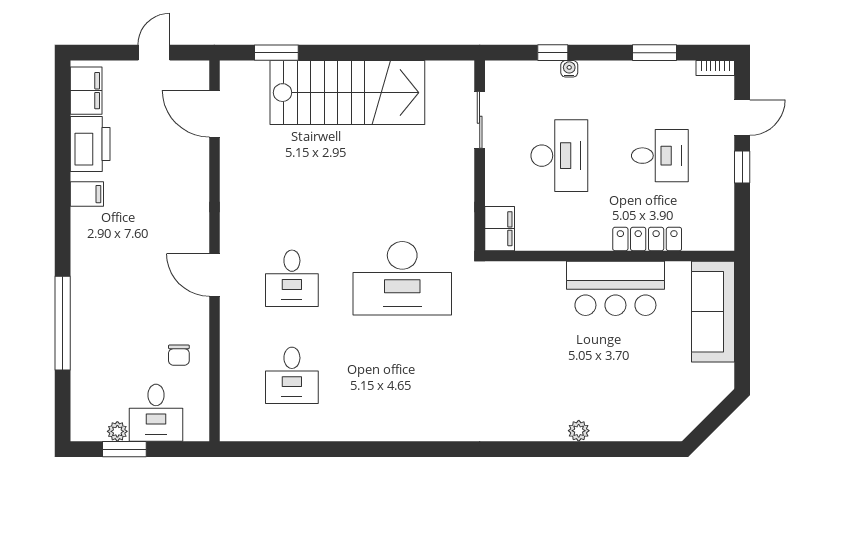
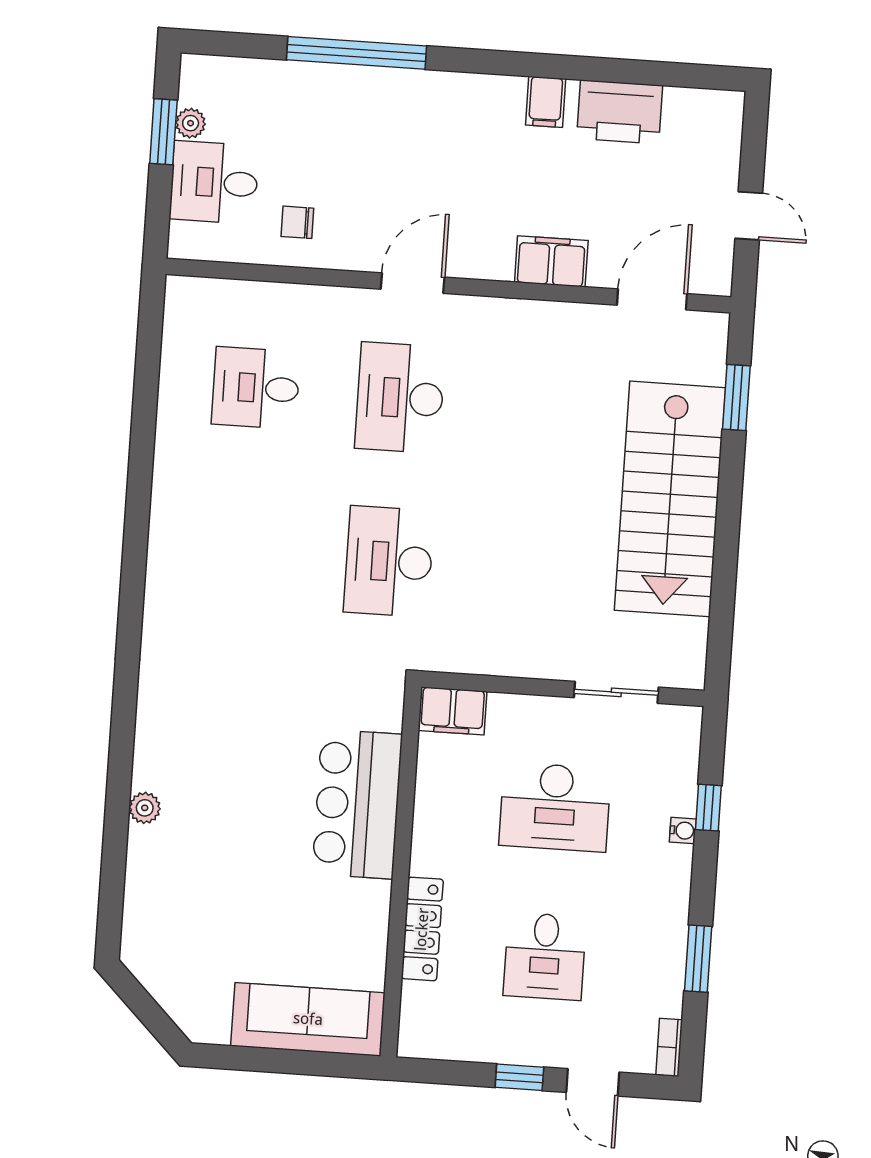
filing cabinet: (86, 91) -> (551, 261), moved, turned 180
desk: (292, 278) -> (400, 398), width x1.37
desk: (402, 278) -> (389, 561), width x0.73, depth x0.77
bar counter: (615, 288) -> (357, 804), moved

